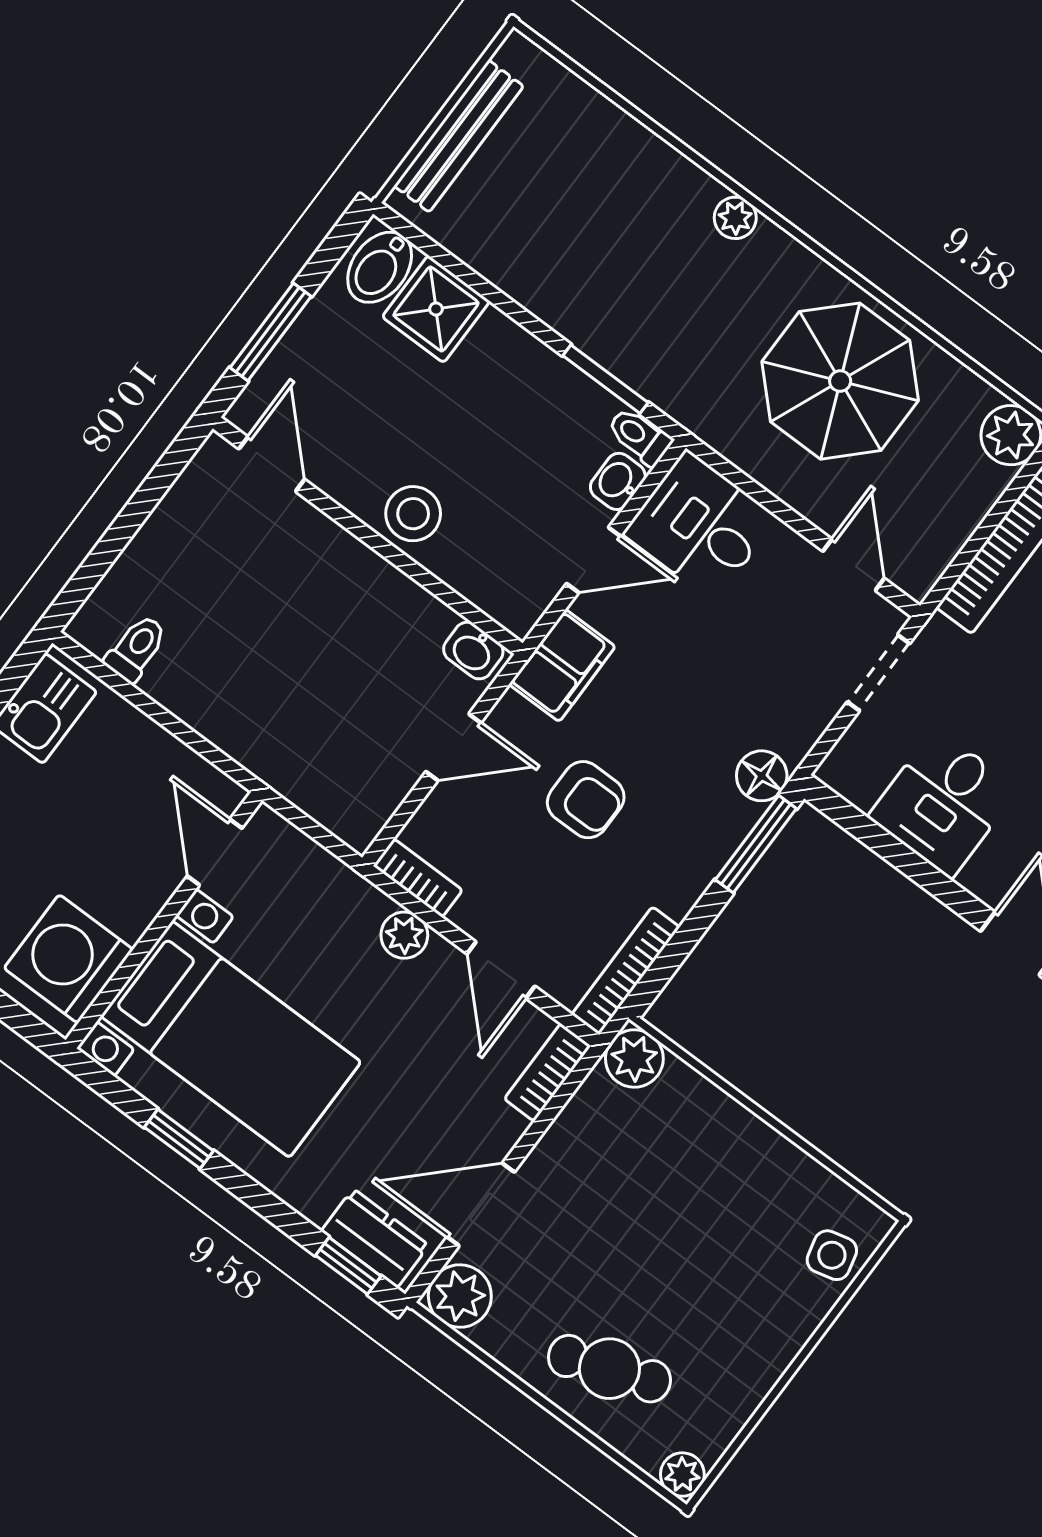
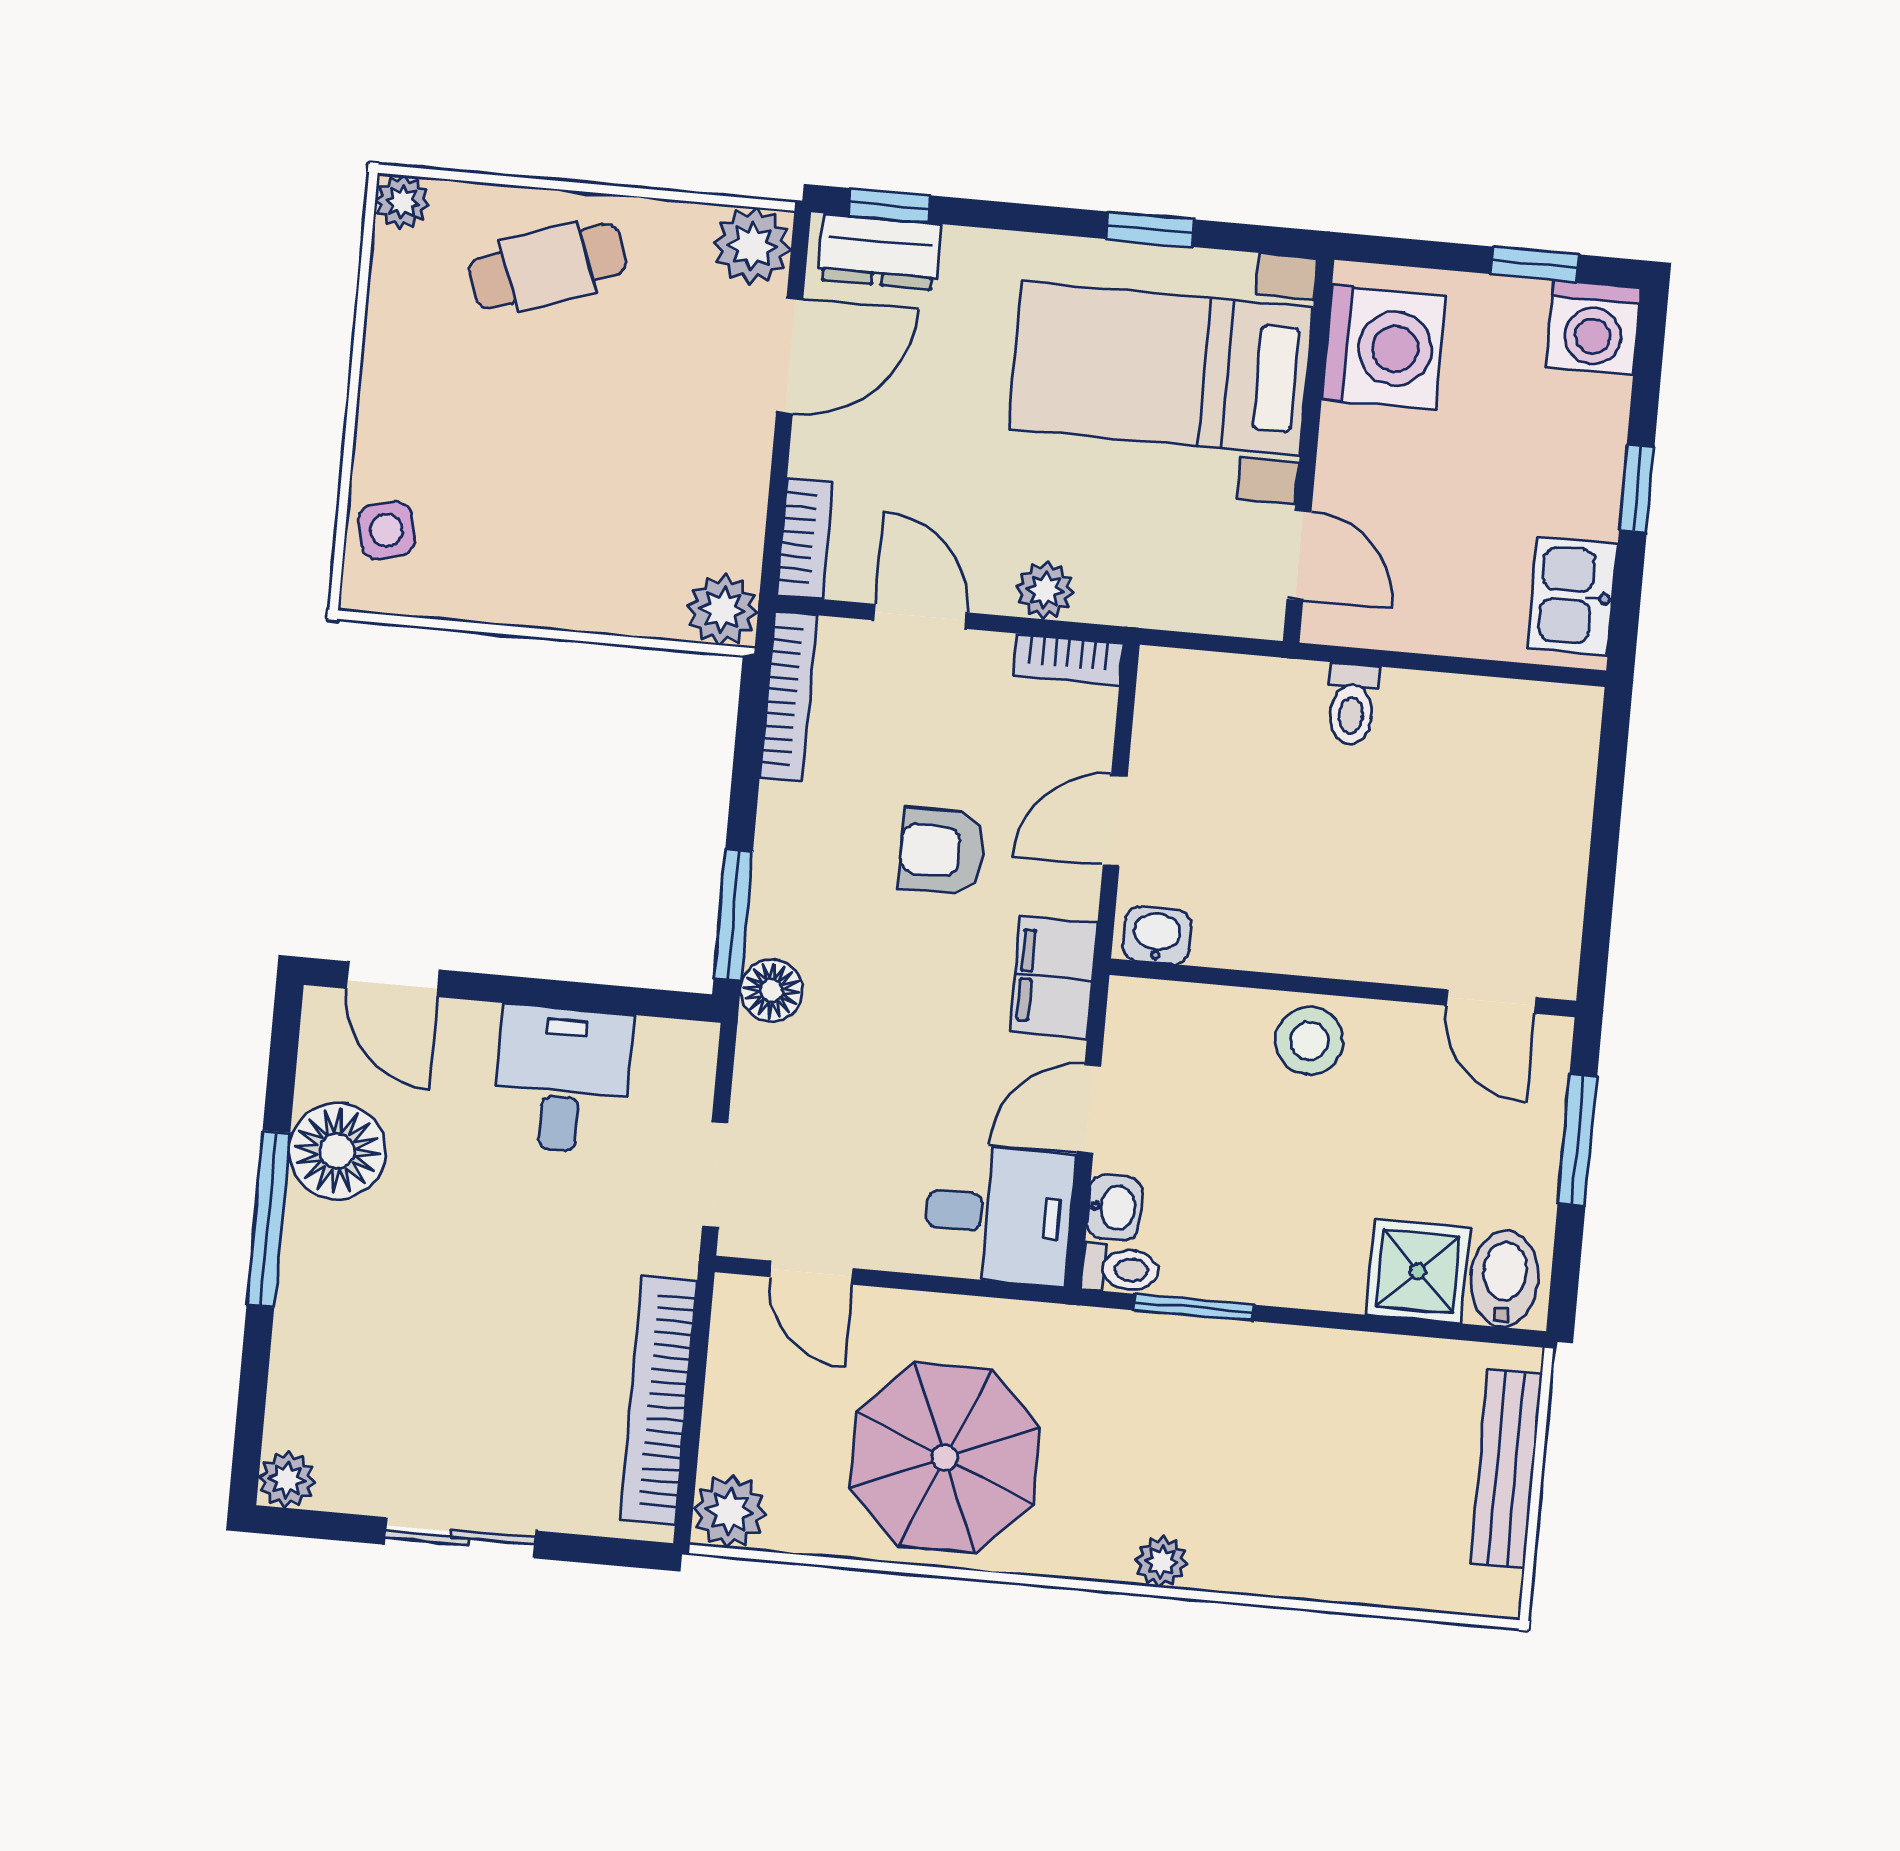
toilet: (136, 648) -> (1352, 704), moved

